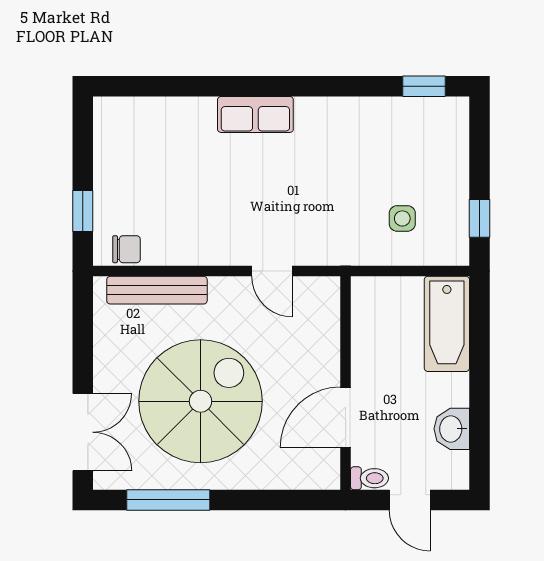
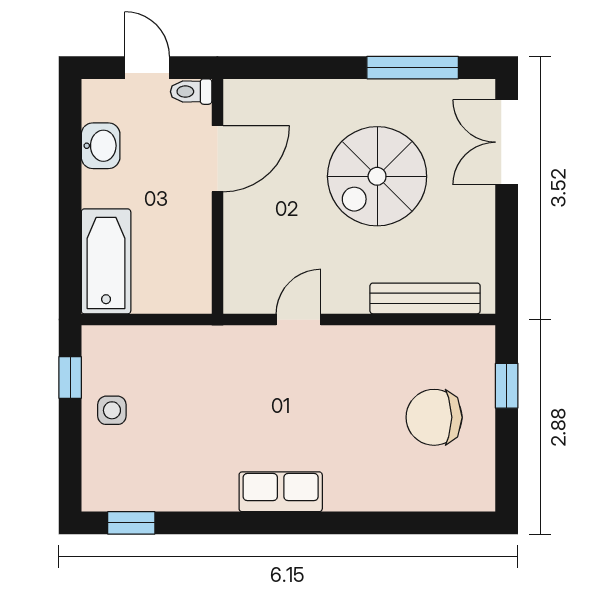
row of seats: (255, 114) -> (281, 492), moved
side table: (402, 218) -> (112, 410), moved
chair: (127, 249) -> (434, 417), moved, width x1.87, depth x1.87
door: (272, 271) -> (299, 319), hinge flipped
spiral stairs: (201, 401) -> (377, 176), width x0.73, depth x0.73

